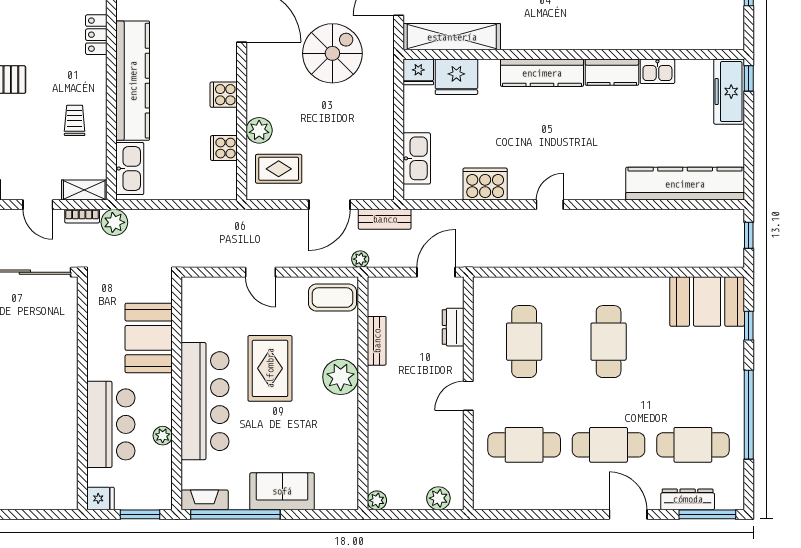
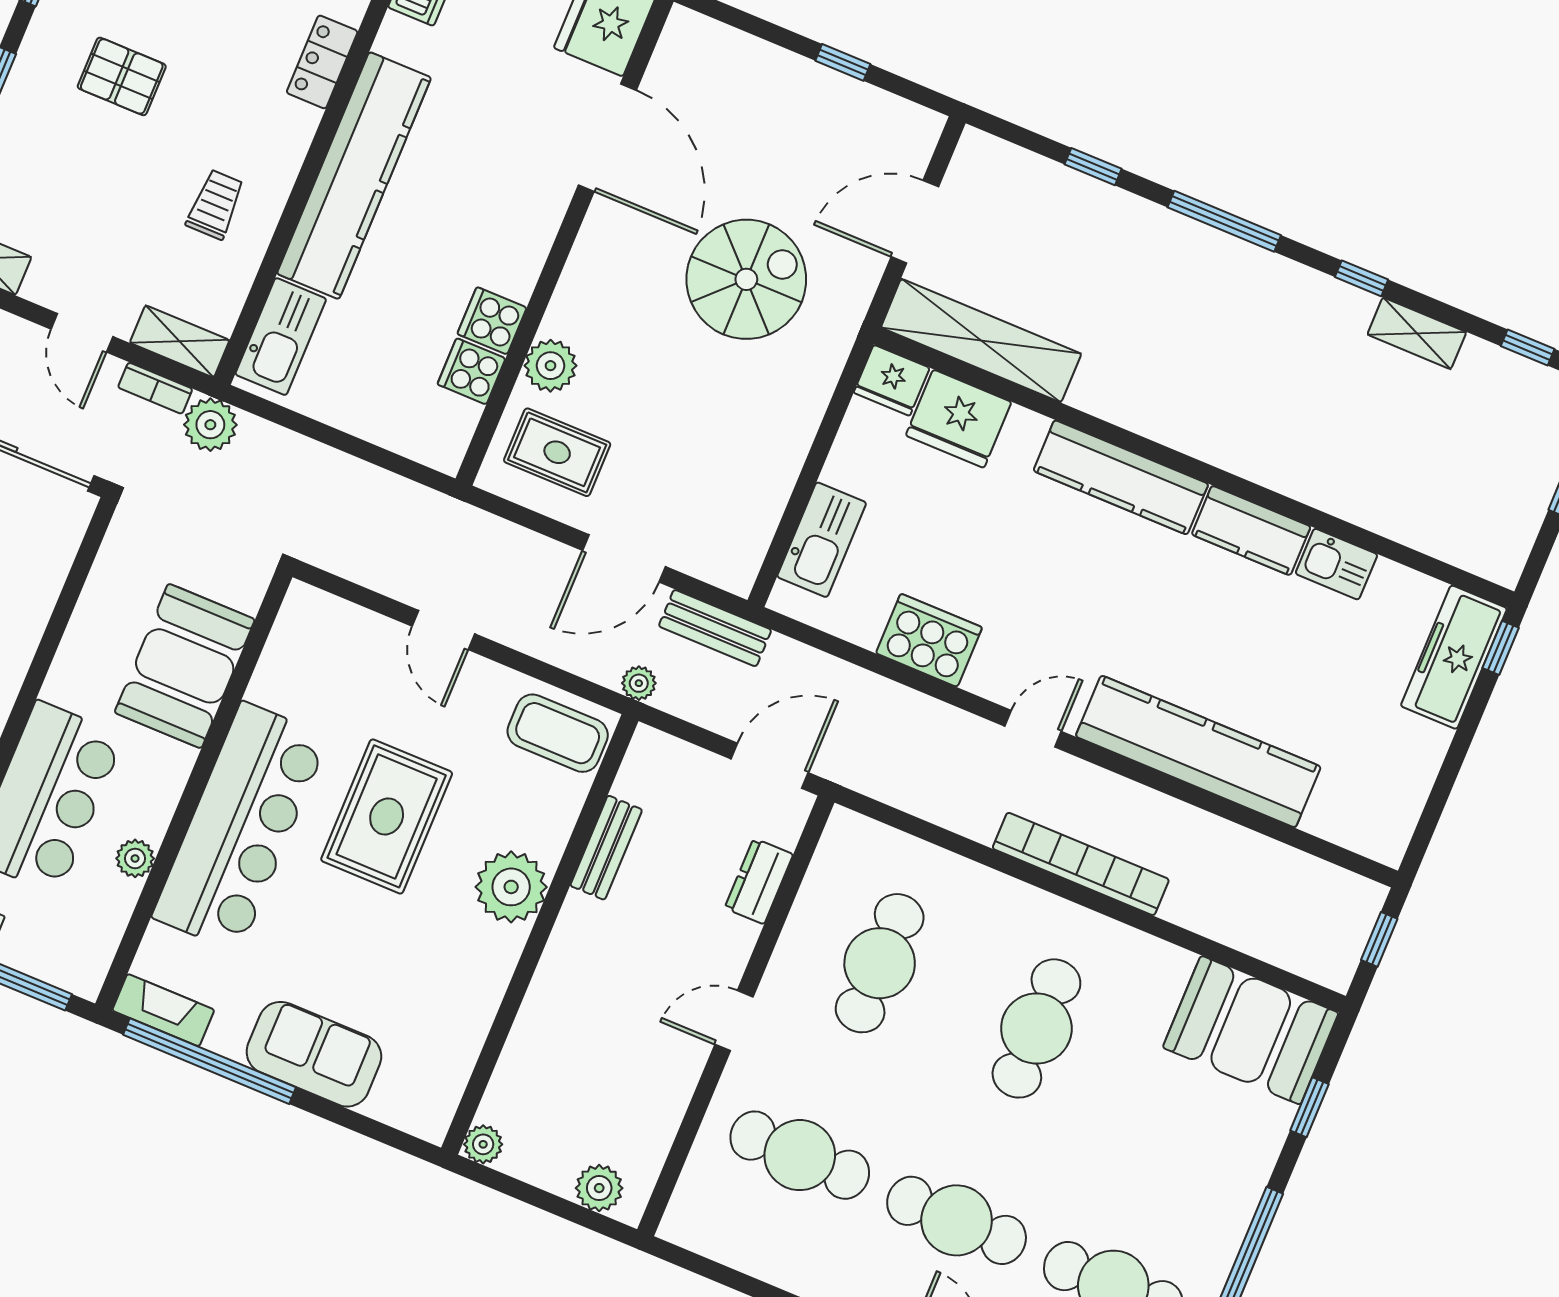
cooker: (224, 95) -> (492, 321), moved
kitchen counter: (685, 184) -> (1198, 752), moved
bookcase: (597, 258) -> (1081, 864), added

